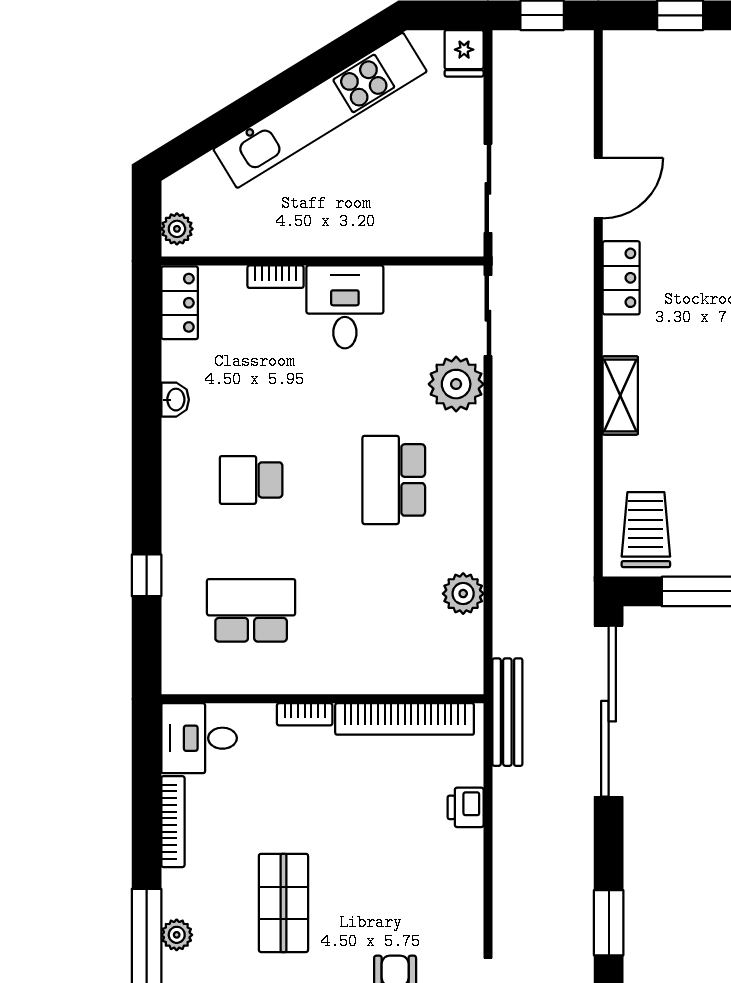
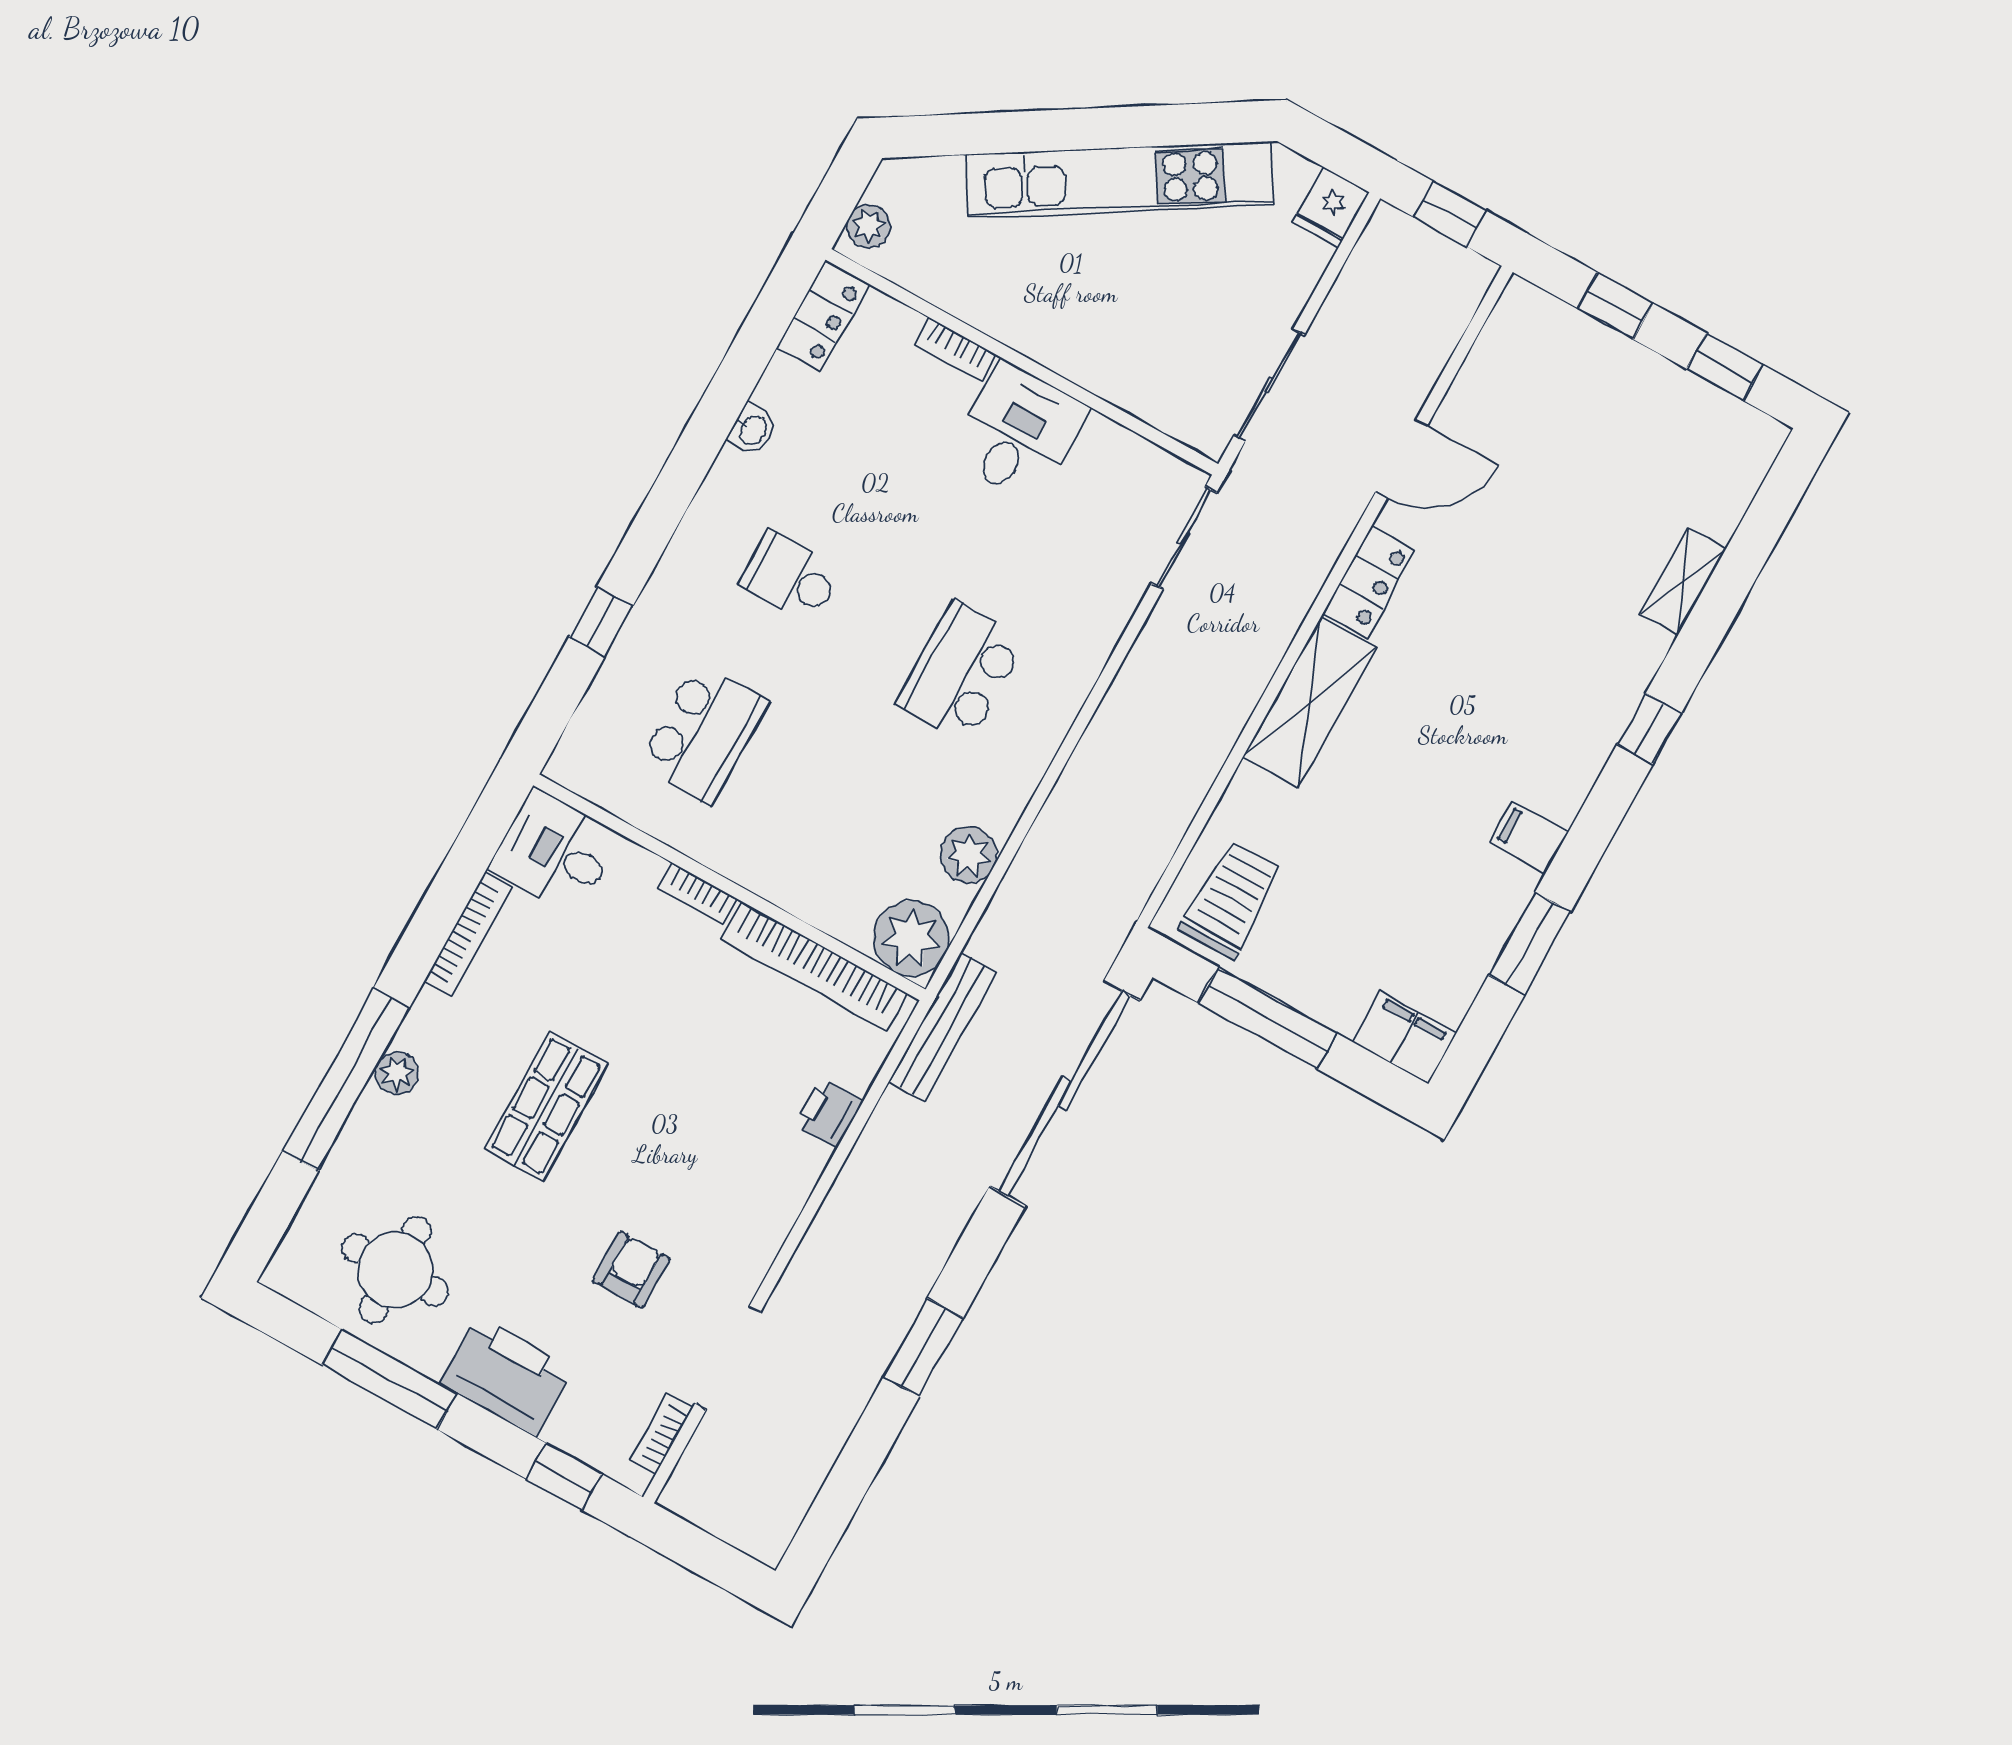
plant: (456, 384) -> (911, 938), moved
shelving: (620, 395) -> (1310, 703), width x1.50, depth x1.33
school desk: (251, 610) -> (703, 733), turned 90

